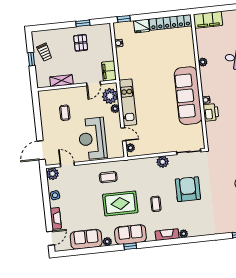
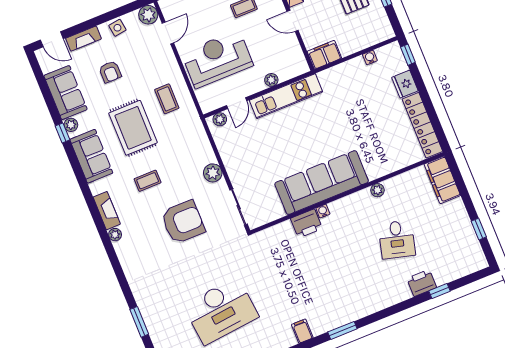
door: (93, 84) -> (293, 21), moved
plant: (110, 96) -> (288, 67), removed
armchair: (81, 208) -> (110, 72), added
window: (130, 246) -> (63, 133), moved

